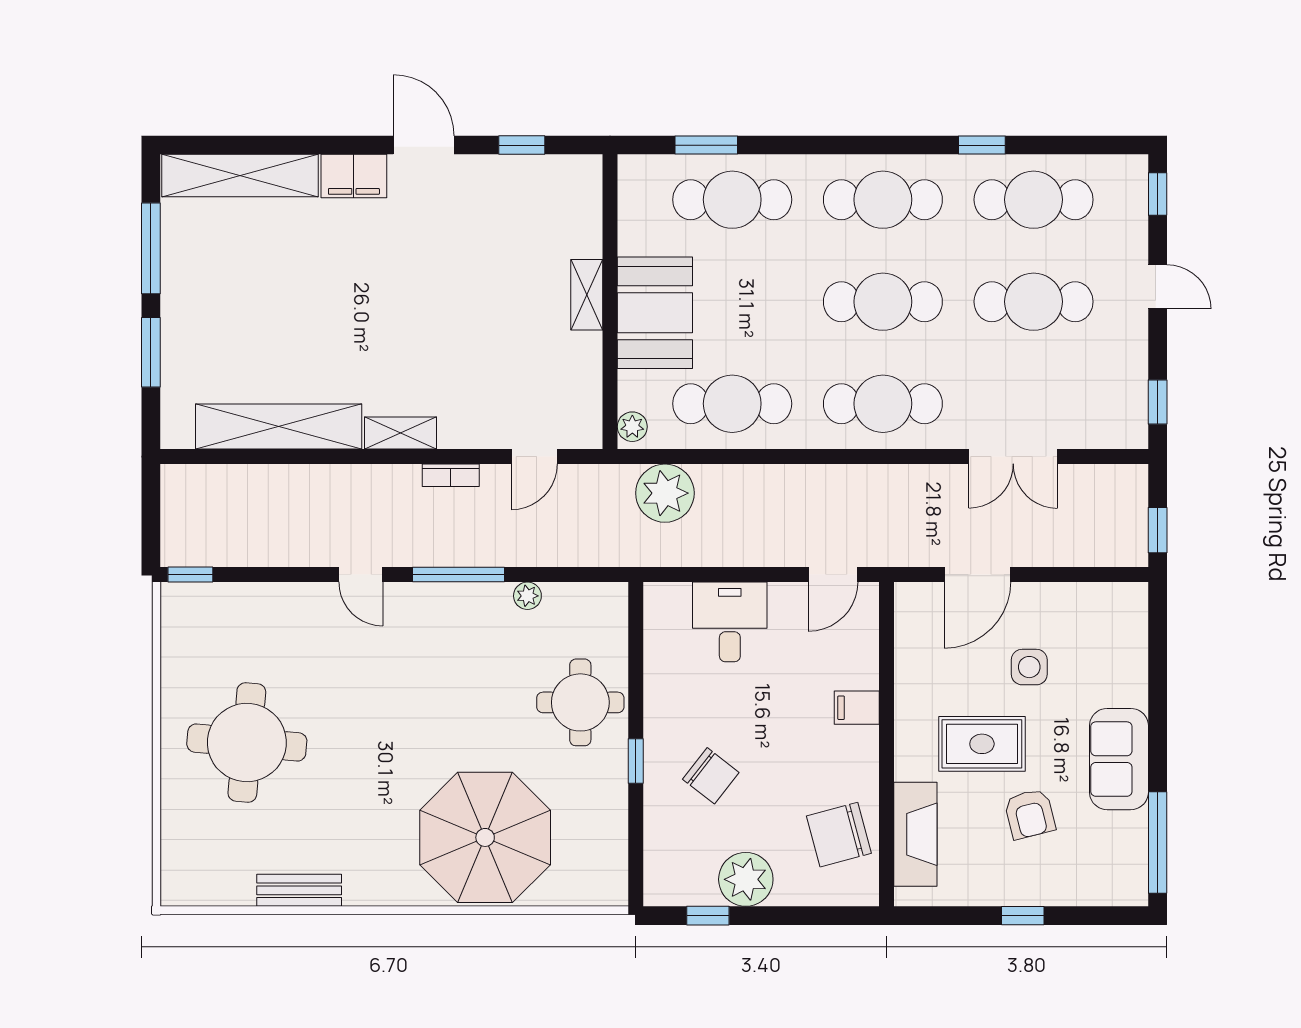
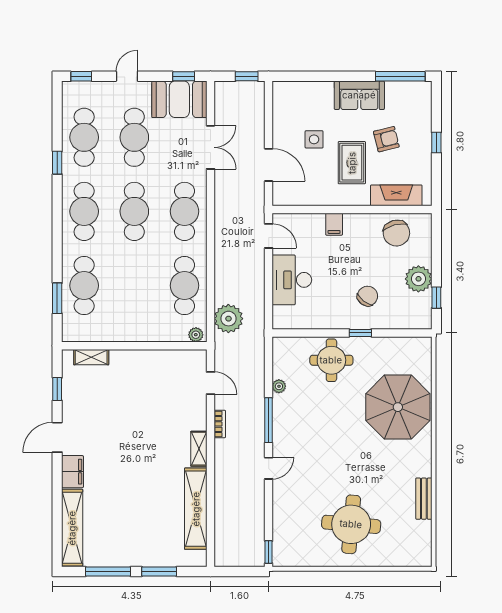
shelving: (587, 295) -> (91, 357), moved
booth: (655, 313) -> (179, 99), moved
desk: (730, 622) -> (292, 280), width x1.37

